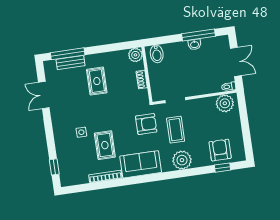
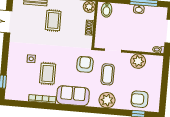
plant: (225, 103) -> (138, 61), moved
armchair: (146, 124) -> (85, 64), turned -90
armchair: (220, 150) -> (140, 99), turned -90

